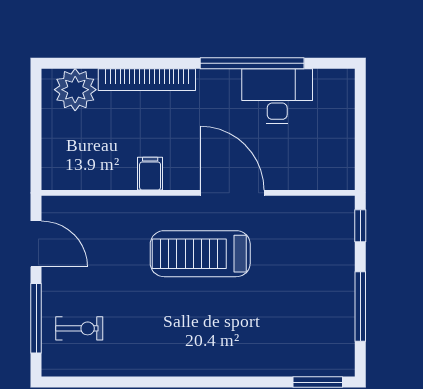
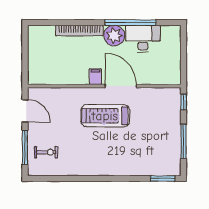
plant: (75, 90) -> (114, 36), moved
filing cabinet: (150, 174) -> (95, 77), moved

